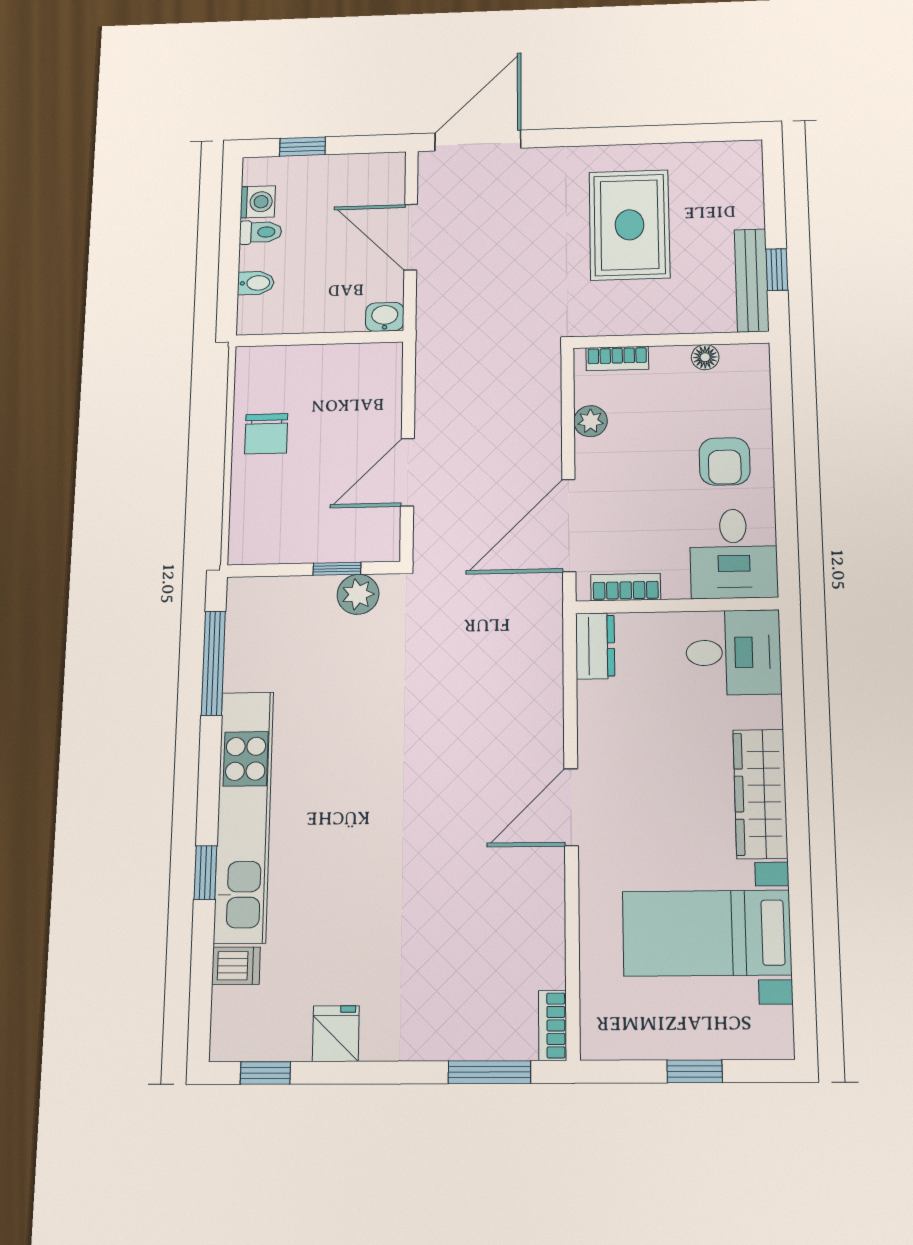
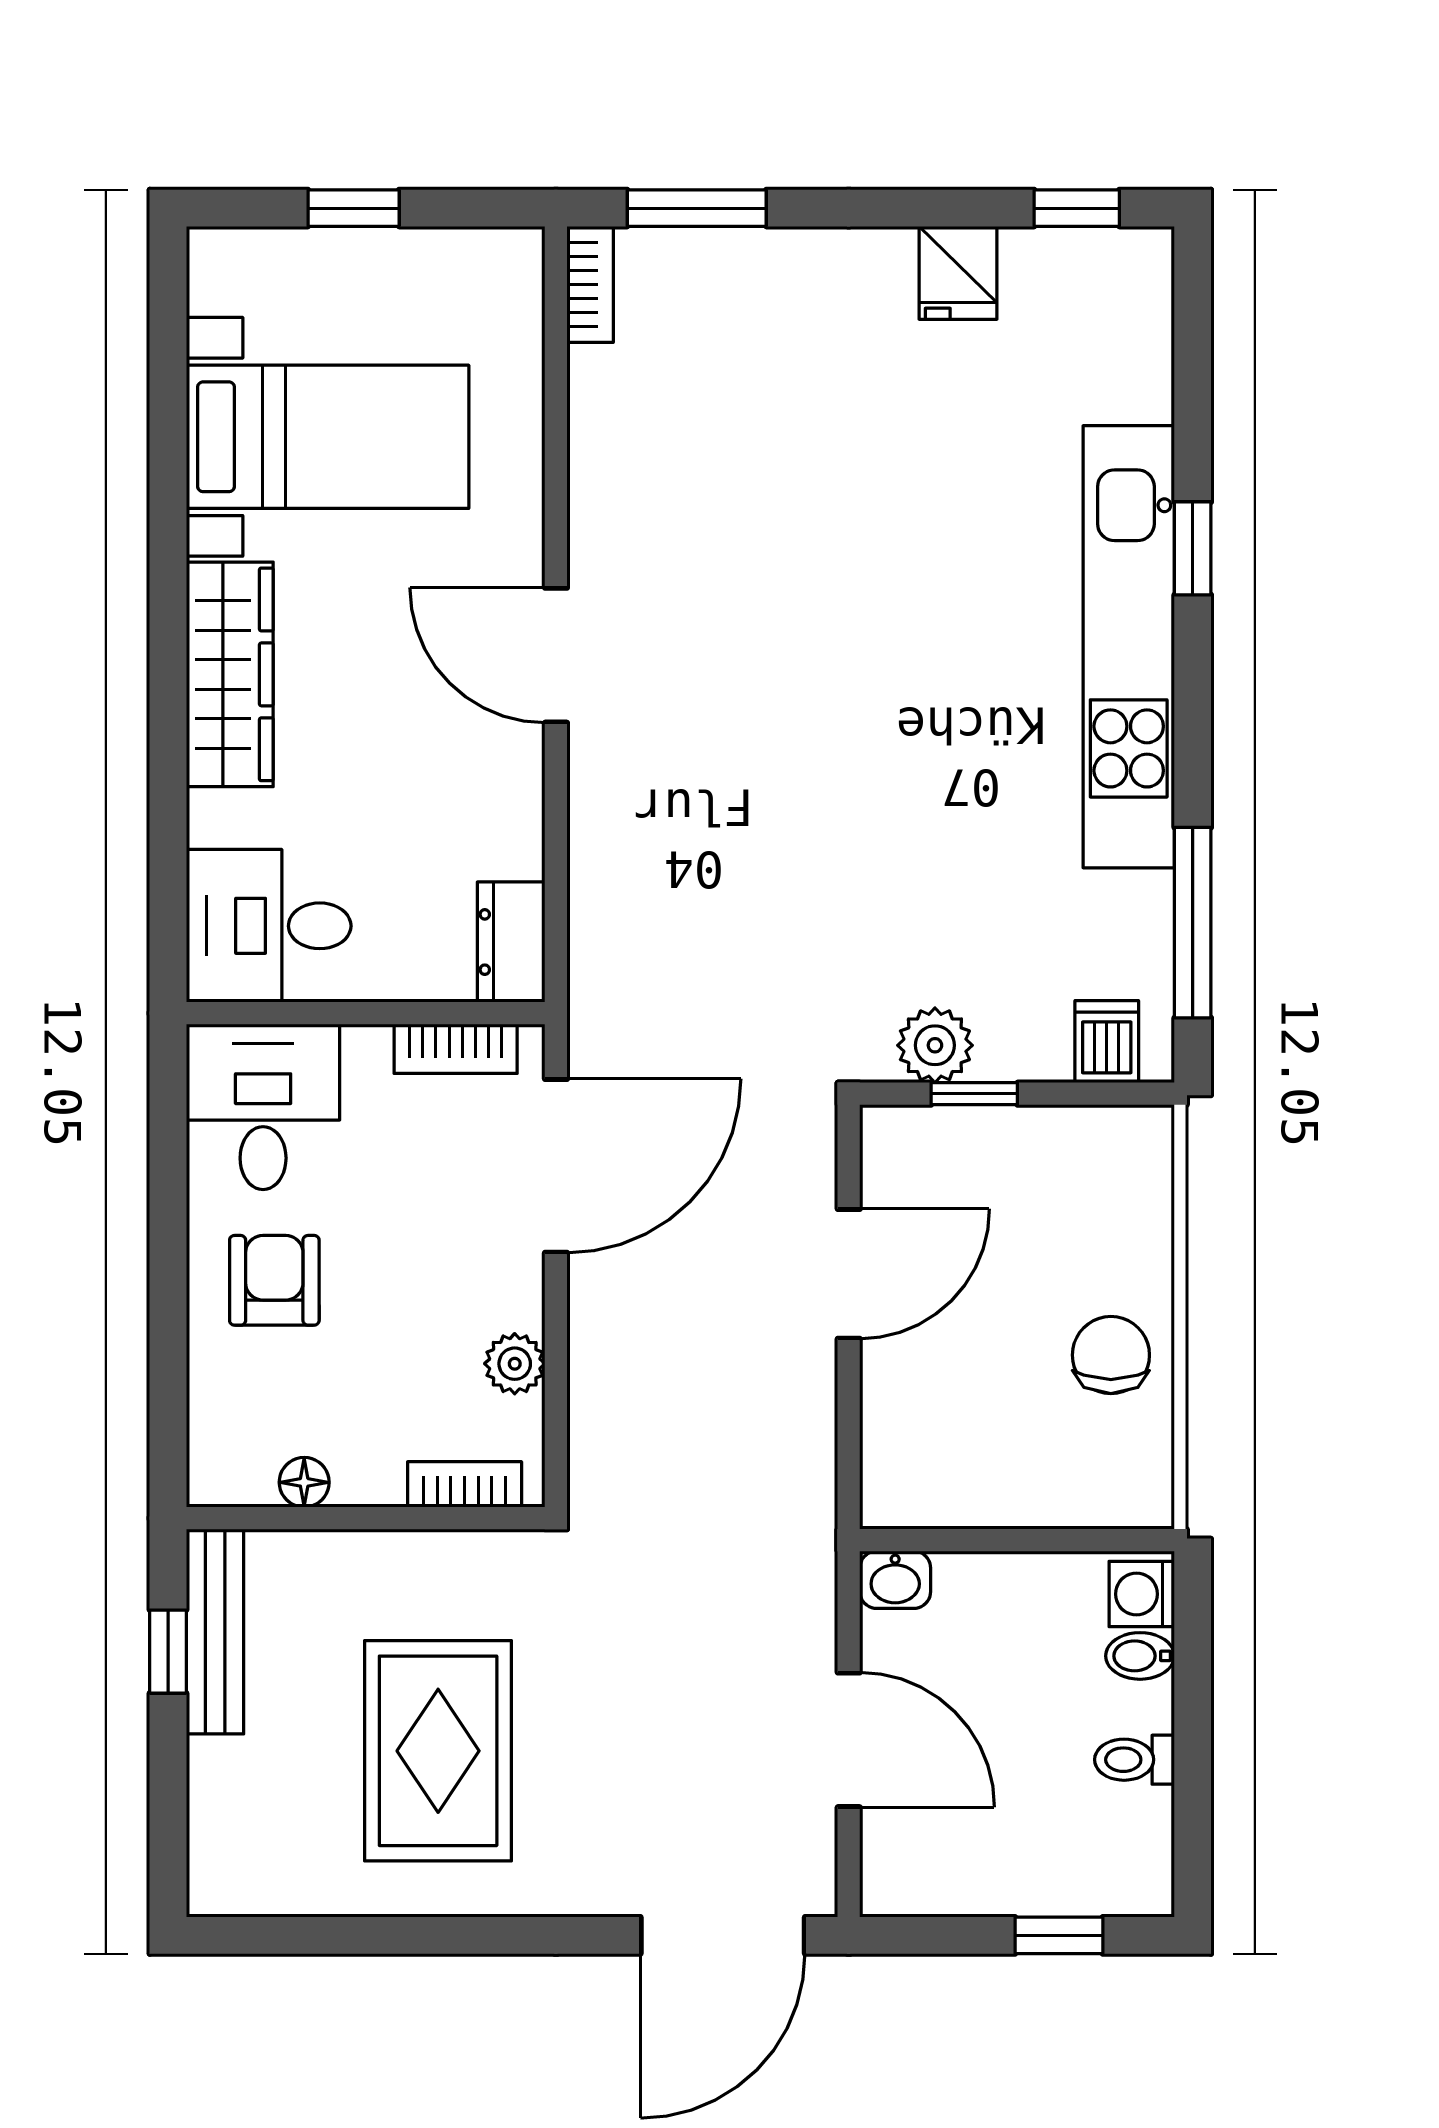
washing machine: (258, 202) -> (1142, 1594), moved
door: (571, 807) -> (556, 655), swing flipped
dishwasher: (236, 966) -> (1107, 1042), moved, turned 90

